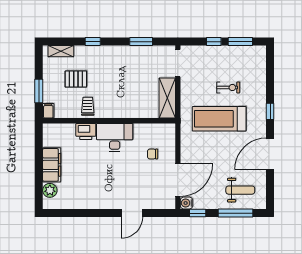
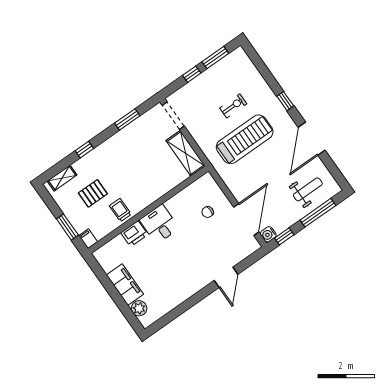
treadmill: (219, 119) -> (245, 139), turned 180
desk: (115, 138) -> (159, 224), width x0.73

